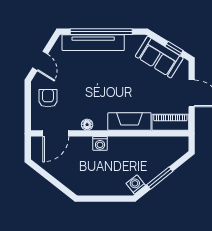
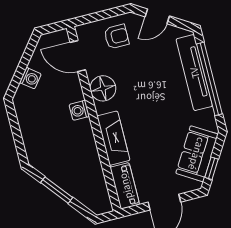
floor lamp: (87, 125) -> (103, 88), width x1.89, depth x1.89
washing machine: (136, 184) -> (30, 78), moved, turned 77

